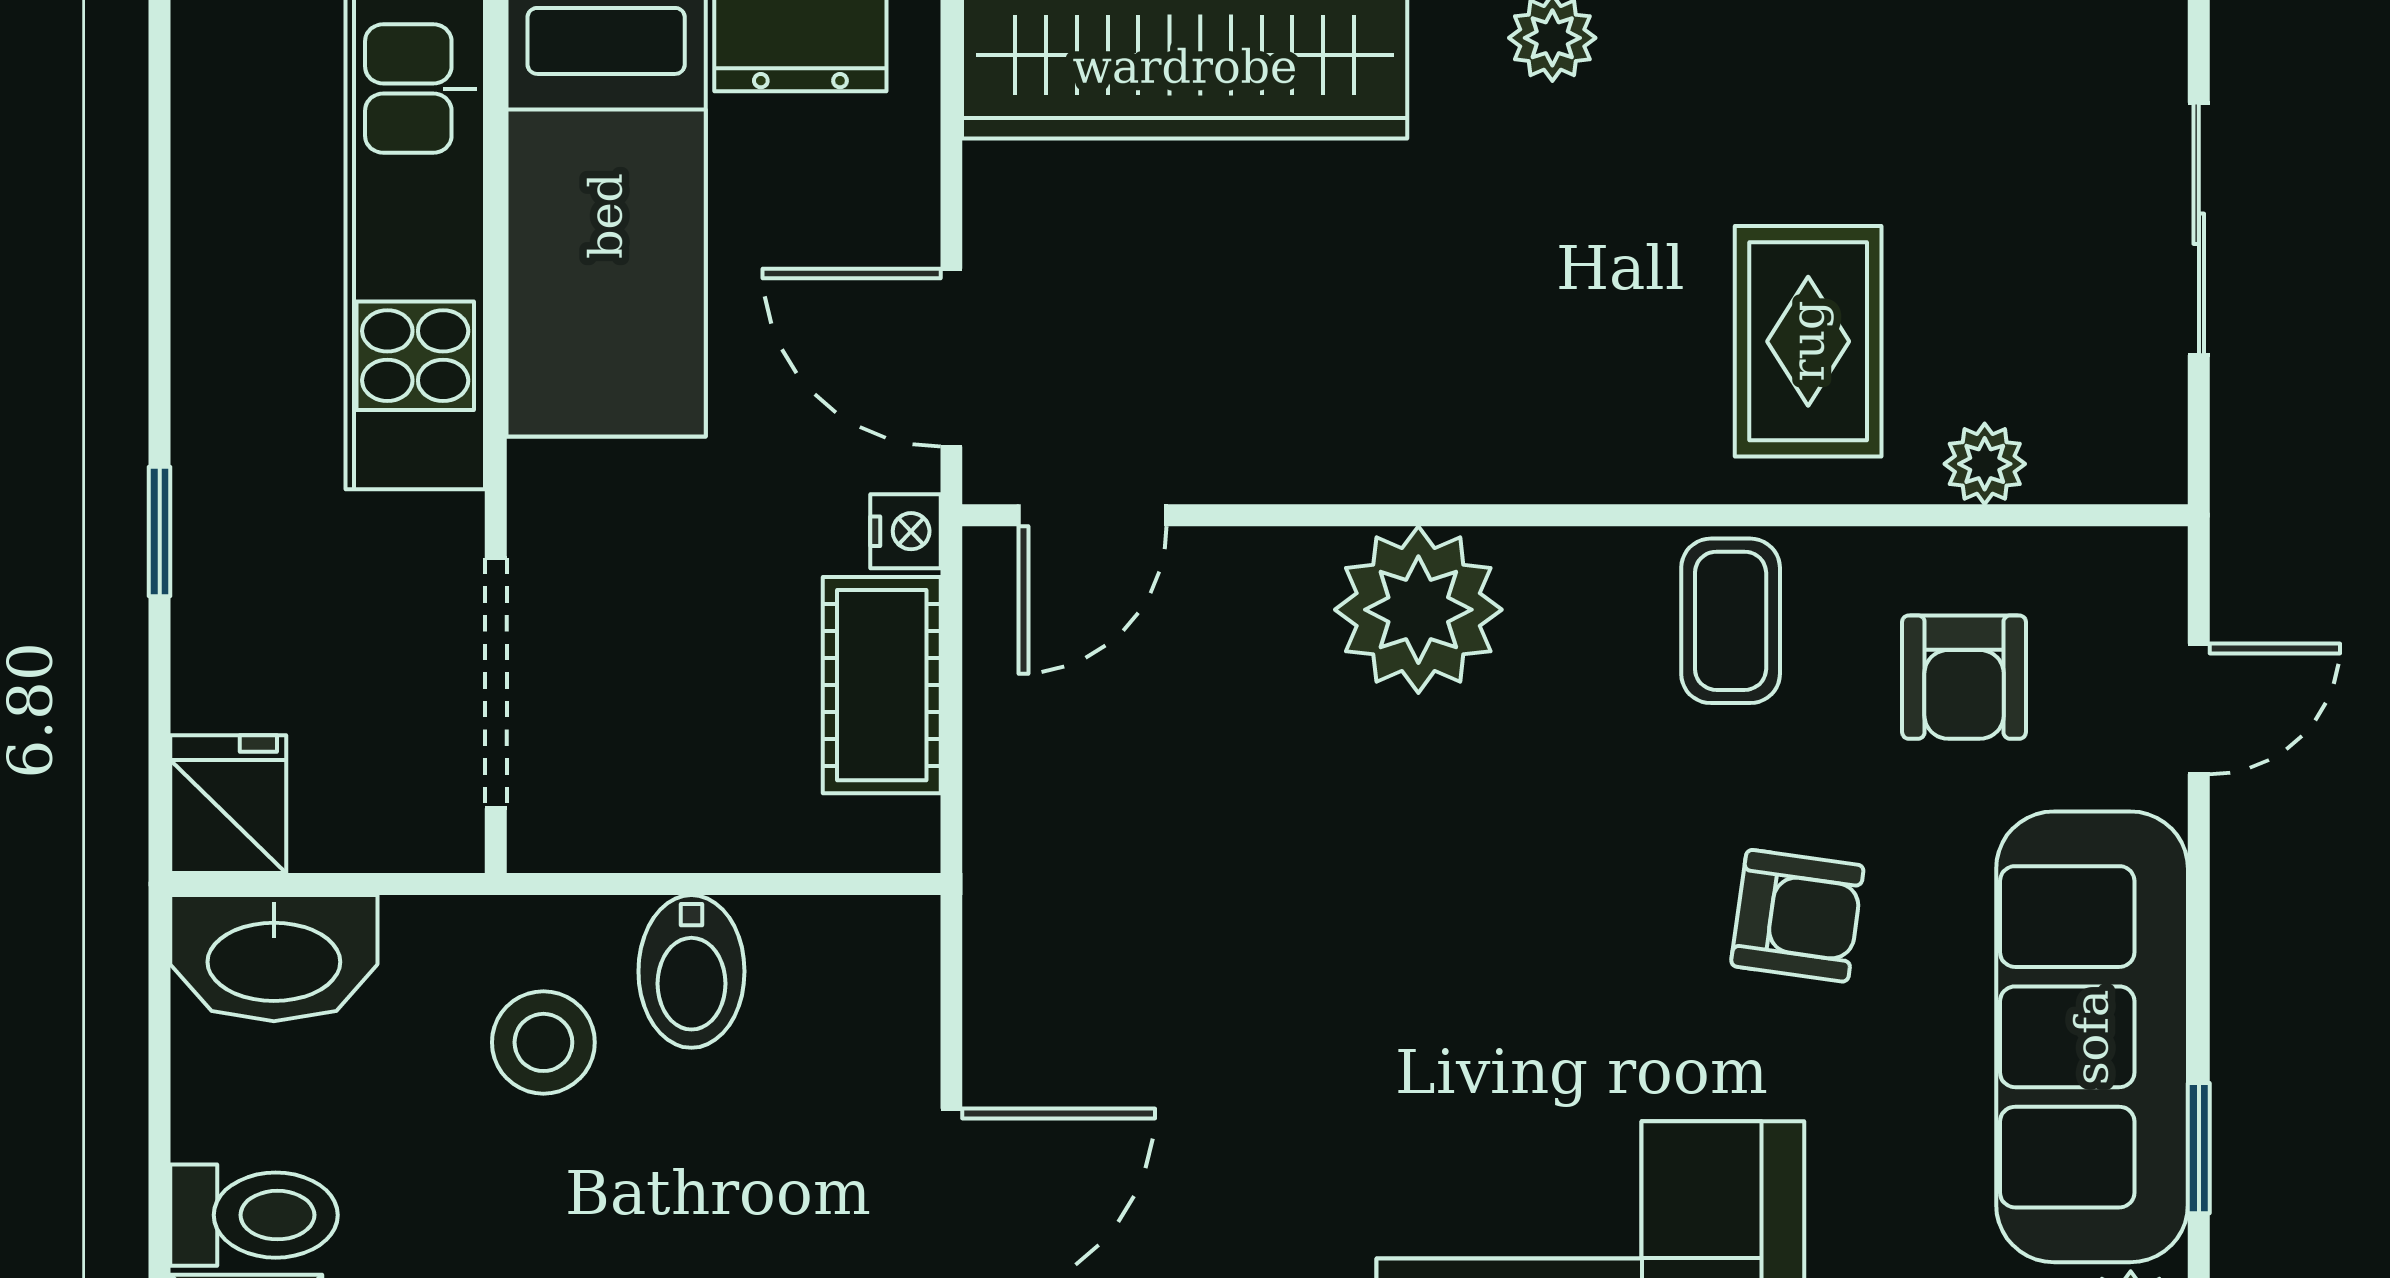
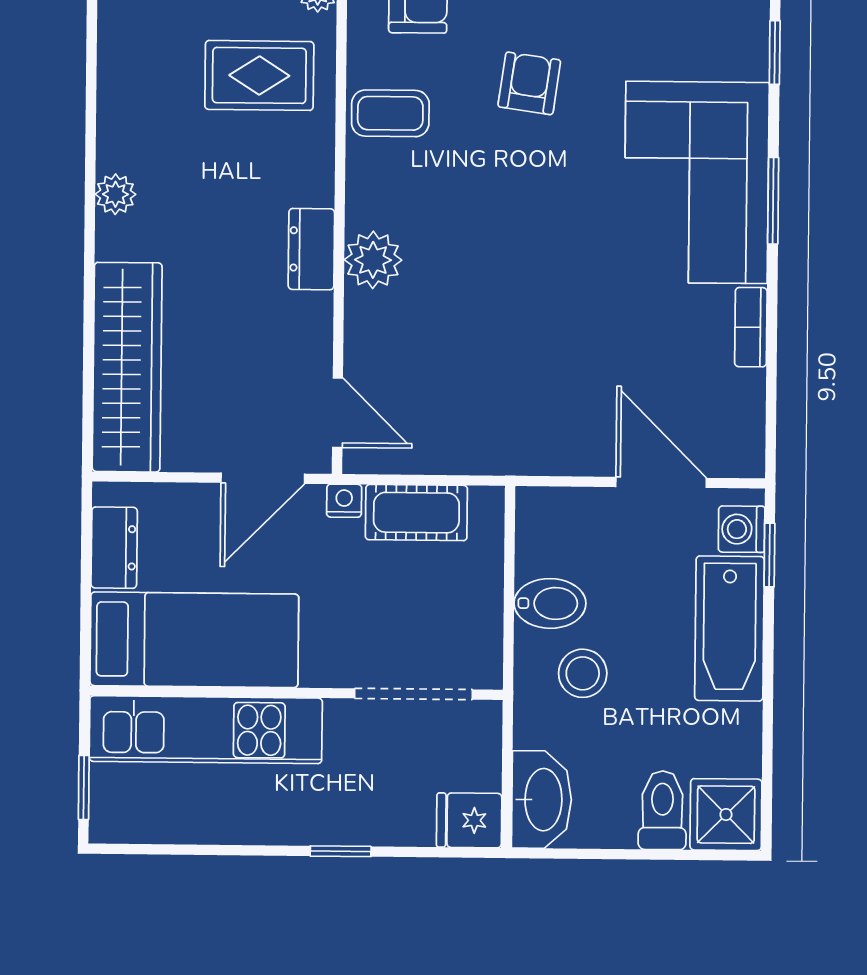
dresser: (1440, 456) -> (311, 249), added
plant: (1418, 610) -> (373, 260), width x0.73, depth x0.73

